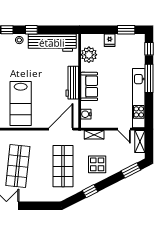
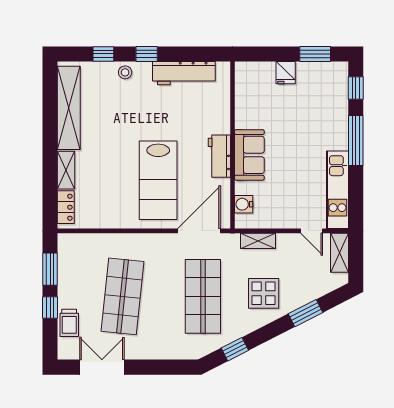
workbench: (52, 43) -> (184, 73), width x0.73, depth x0.76
plant: (89, 55) -> (249, 98), removed
workbench: (72, 83) -> (219, 156), width x0.73
kitchen unit: (139, 98) -> (338, 190), width x0.73
lab bench: (21, 104) -> (158, 180), moved
window: (131, 170) -> (306, 313), moved
window: (90, 191) -> (235, 349), moved

